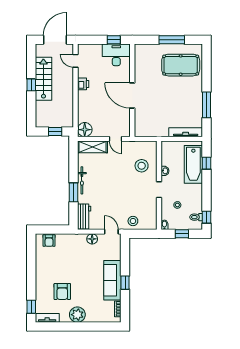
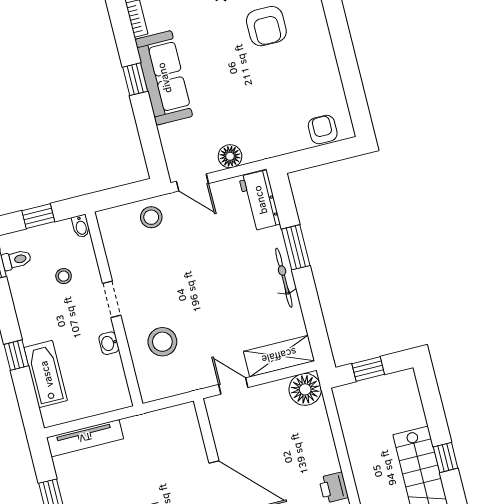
window: (206, 163) -> (16, 355), moved
bathtub: (193, 164) -> (46, 374), width x0.73, depth x0.73
armchair: (62, 291) -> (266, 26), turned 180

